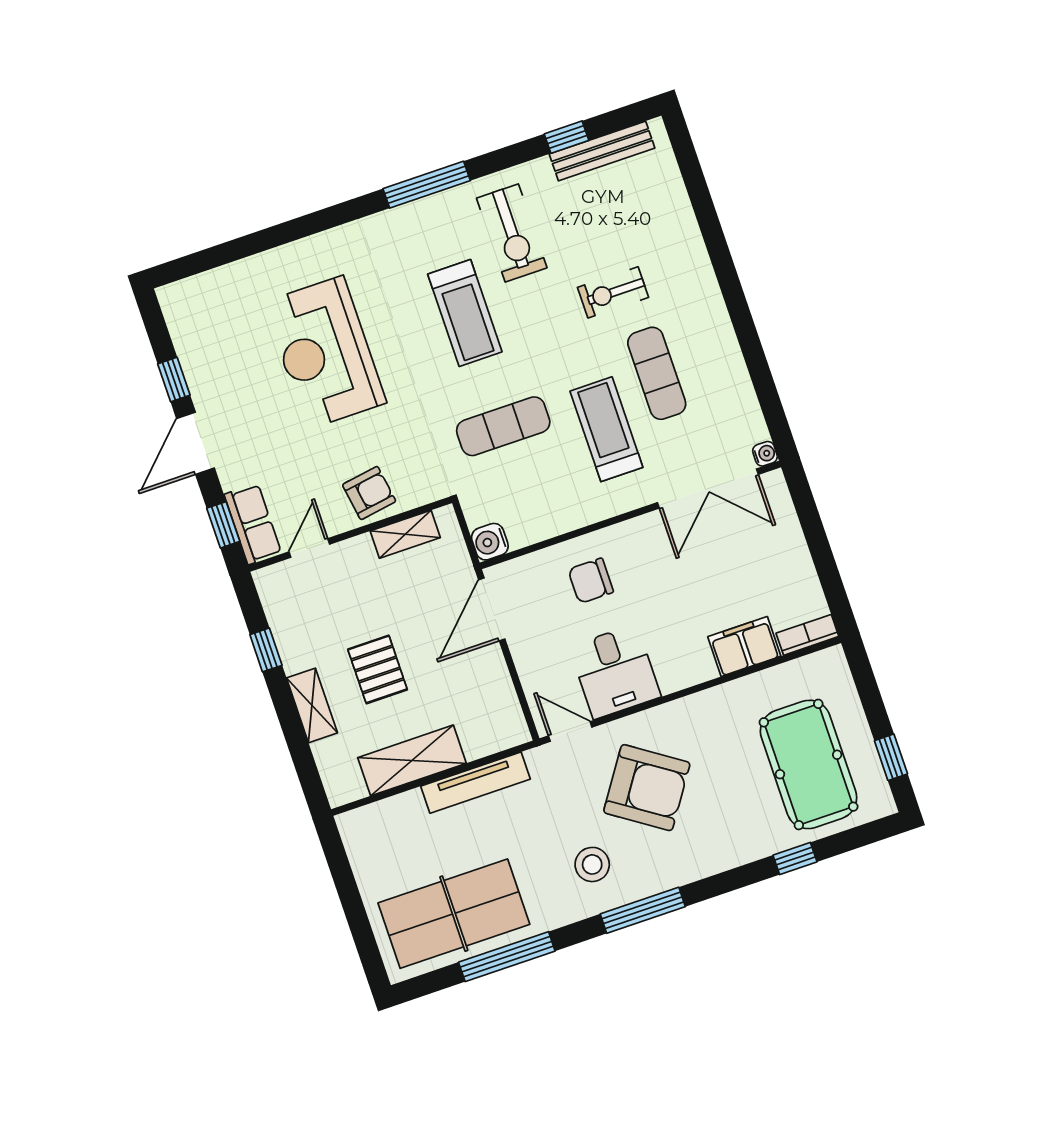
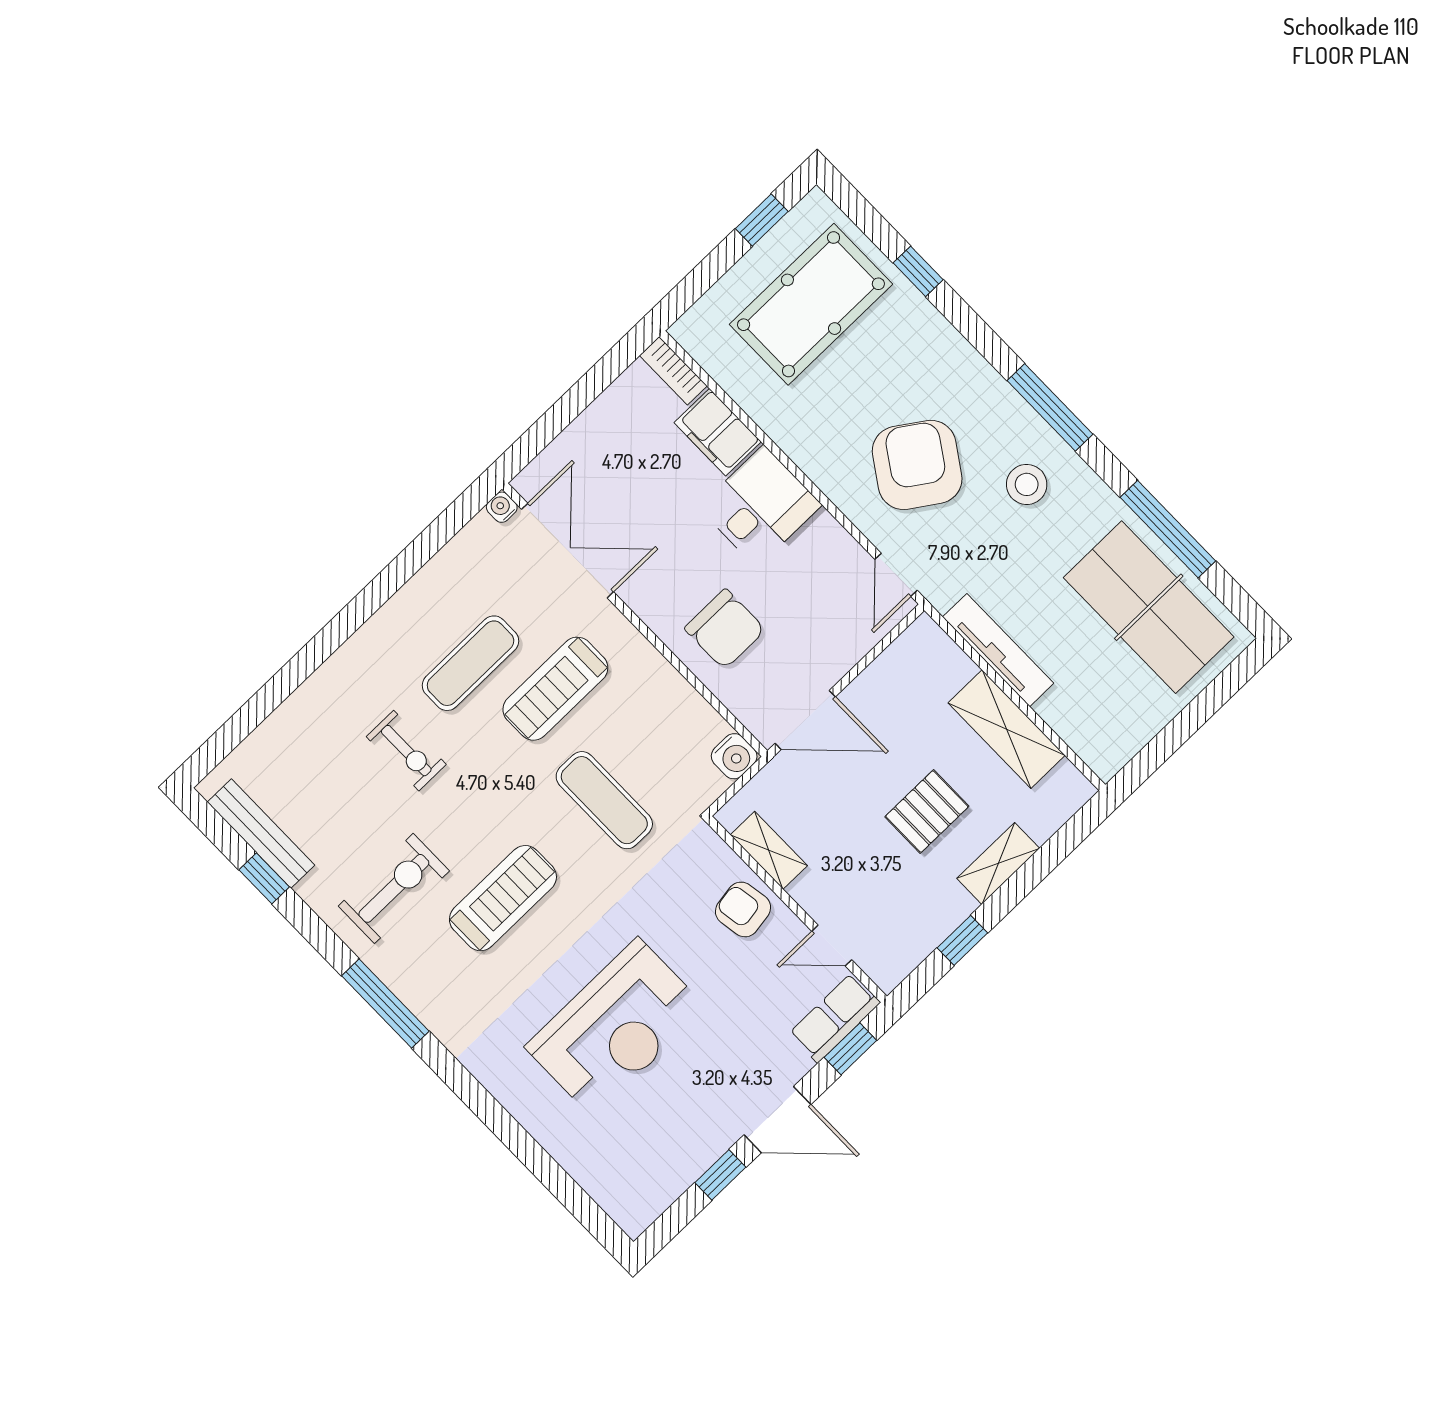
chair: (591, 581) -> (725, 629), width x1.37, depth x1.37
desk: (615, 672) -> (760, 506), moved

